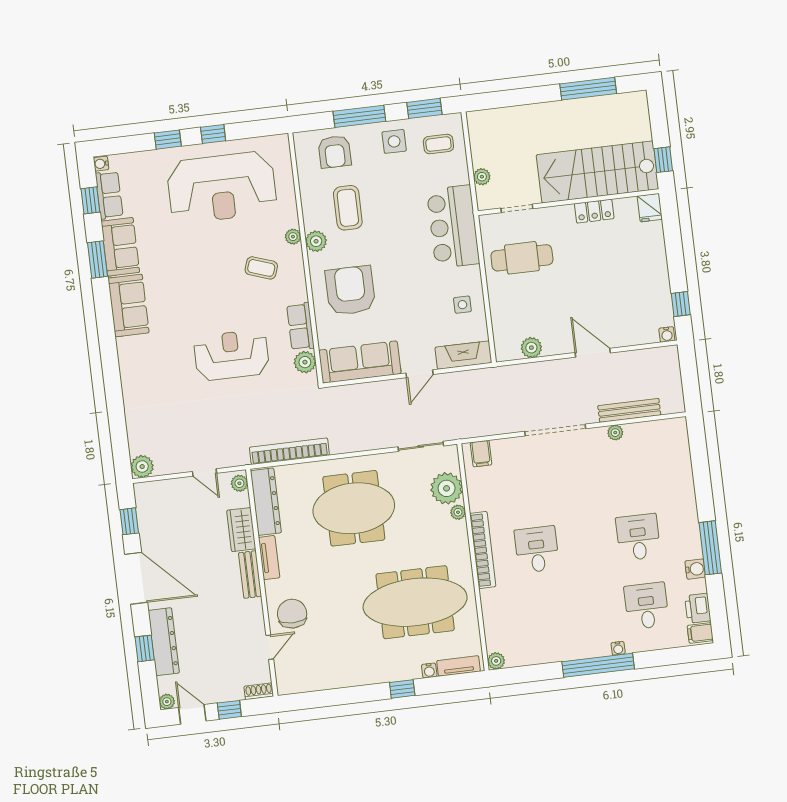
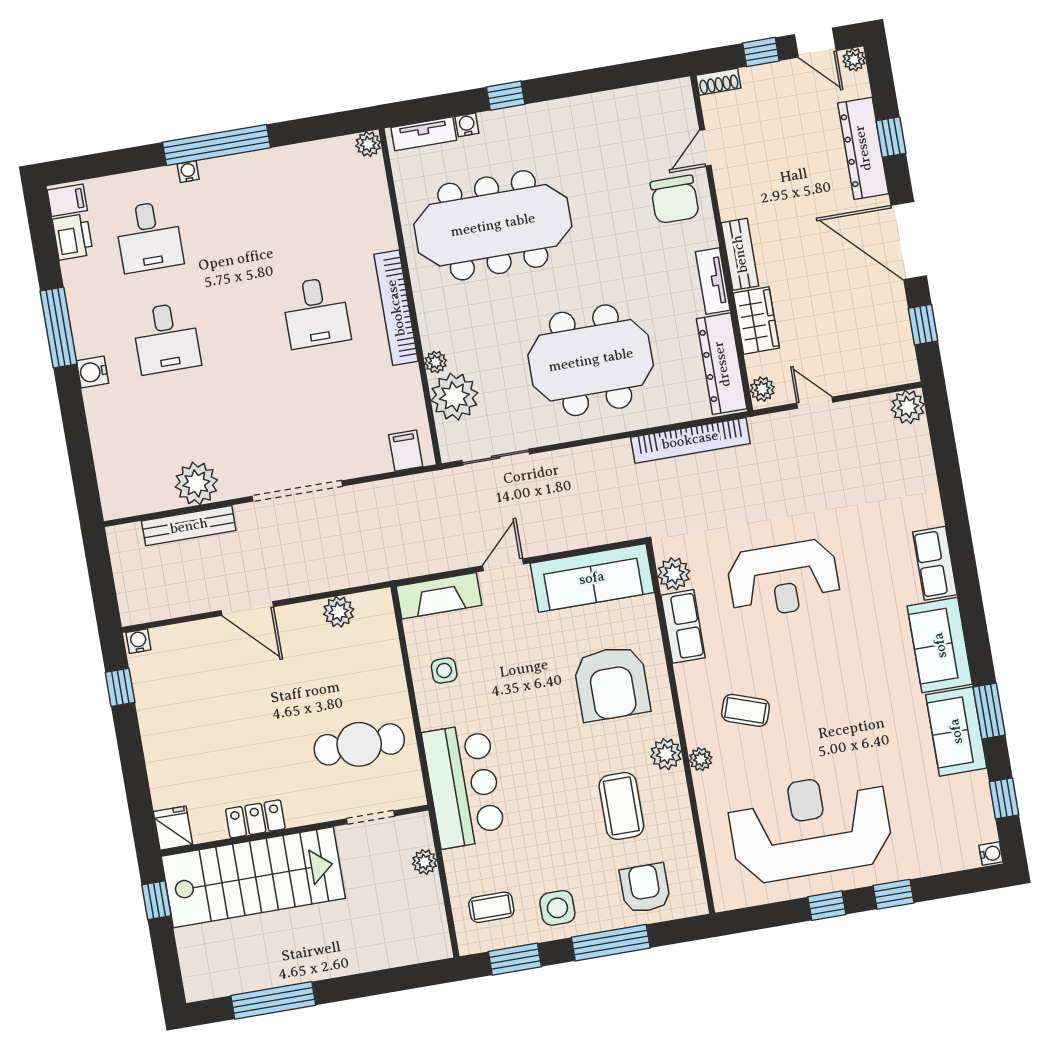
row of seats: (109, 195) -> (935, 563), moved
plant: (615, 433) -> (196, 483), width x1.87, depth x1.87
water cooler: (695, 569) -> (92, 372), moved

